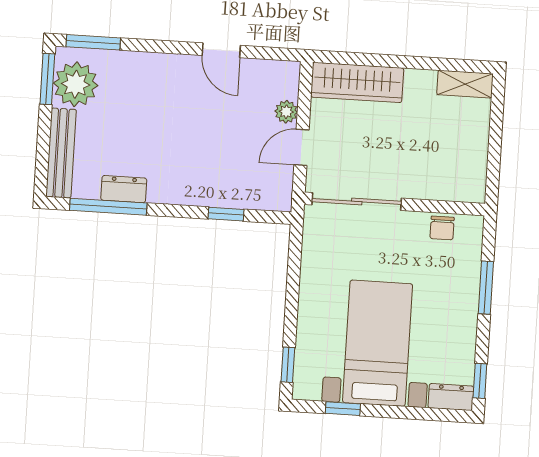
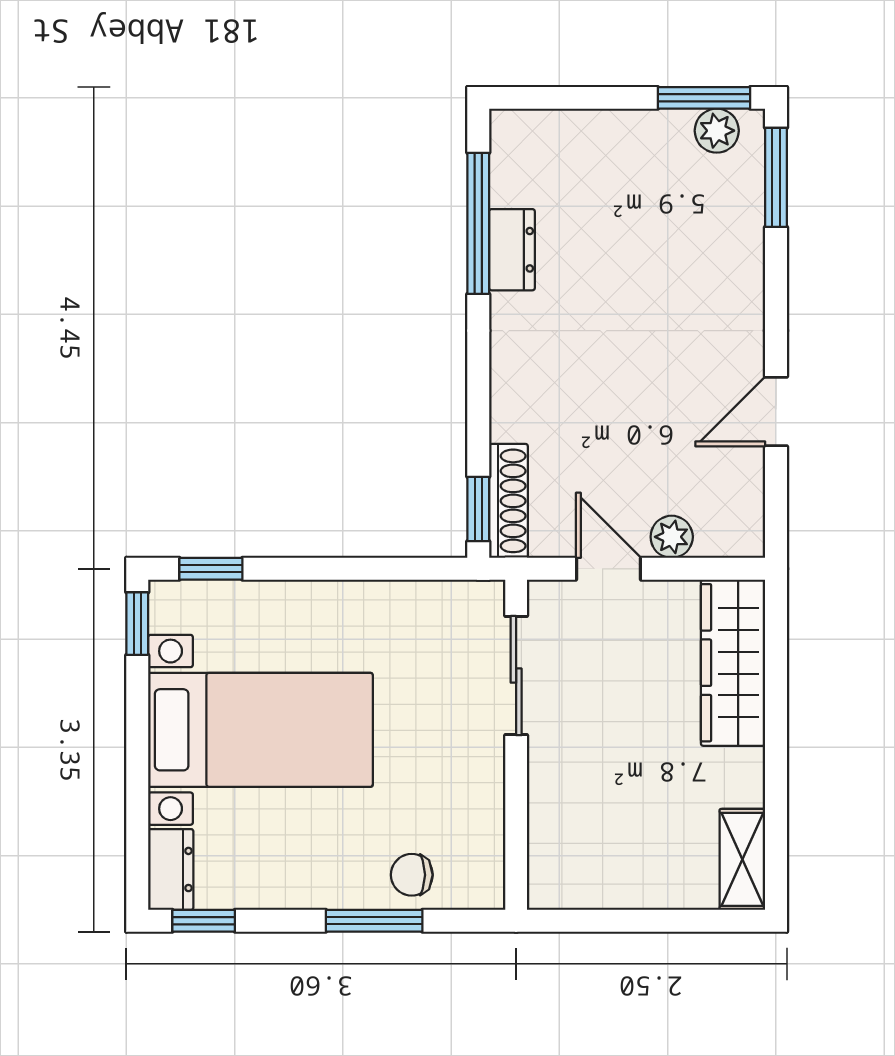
plant: (76, 84) -> (717, 131), width x0.53, depth x0.53
bench: (61, 153) -> (571, 131), removed
shoe rack: (261, 200) -> (508, 501), added
sliding door: (357, 201) -> (516, 676), width x0.73
window: (226, 214) -> (478, 509), moved
chair: (442, 228) -> (412, 875), moved
window: (343, 409) -> (137, 624), moved

